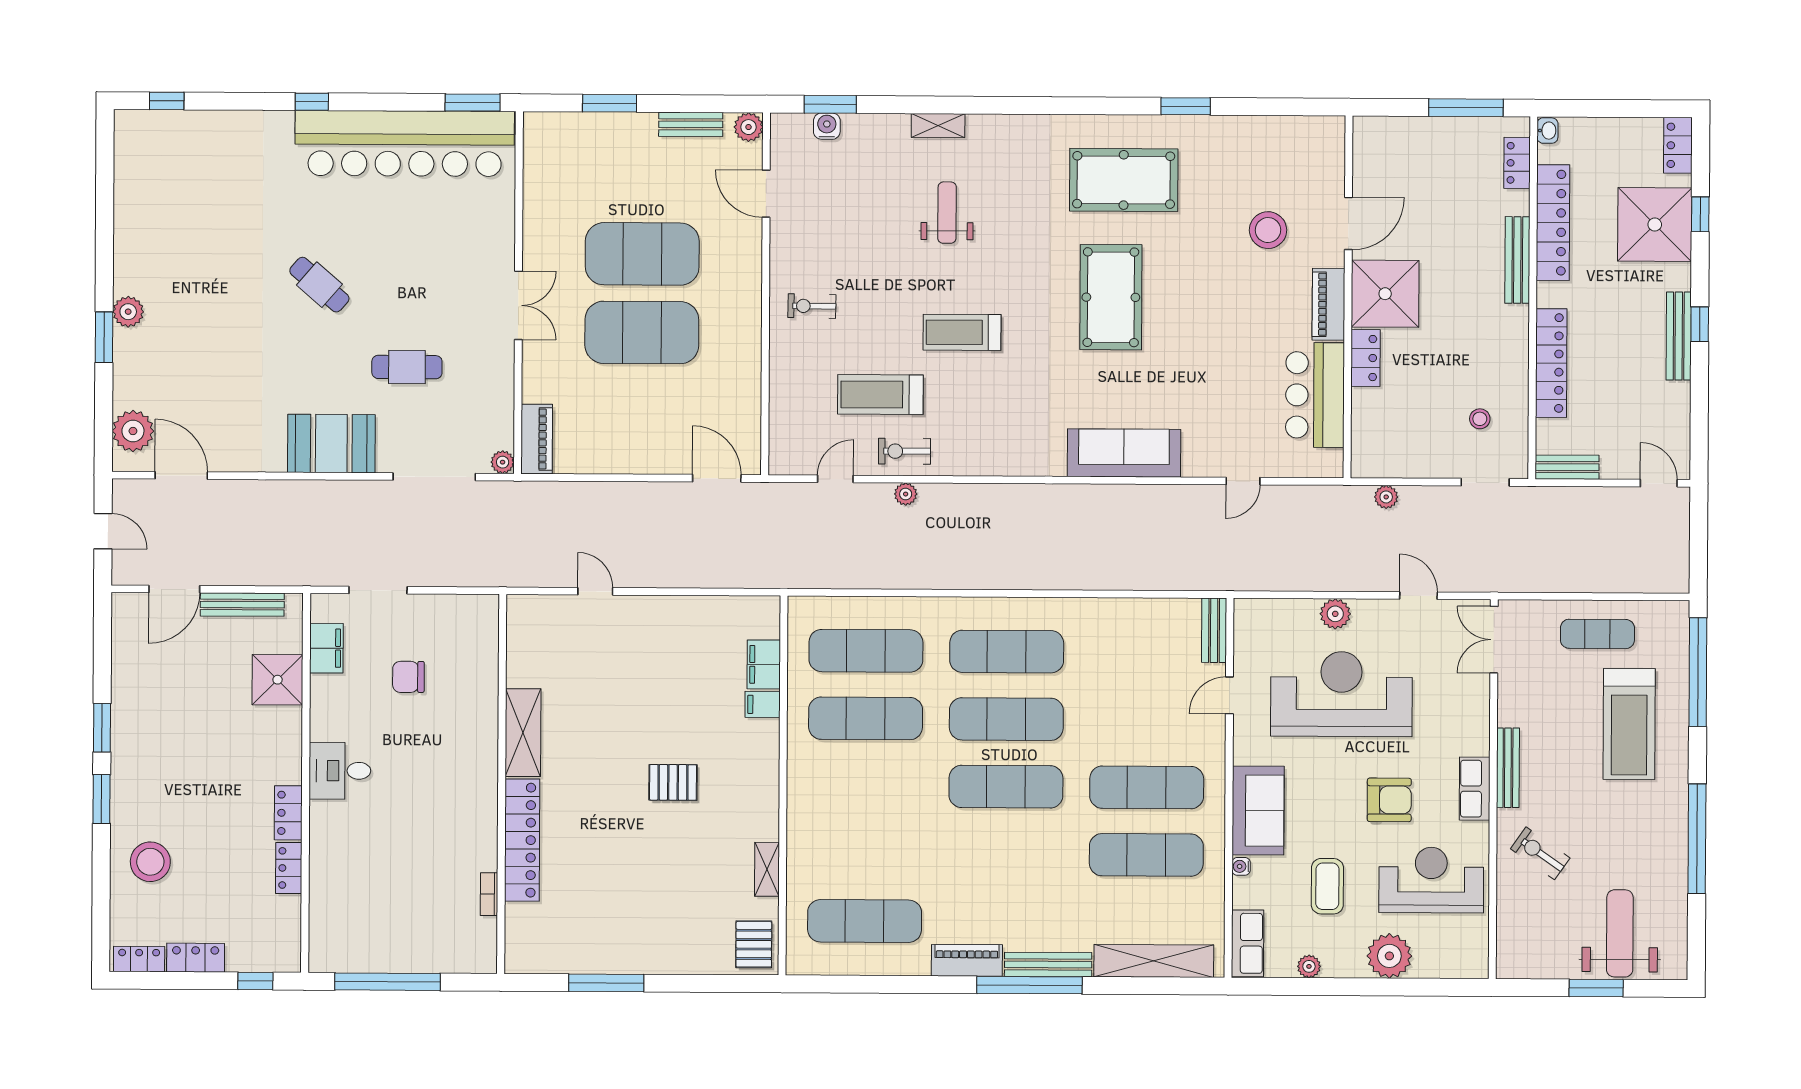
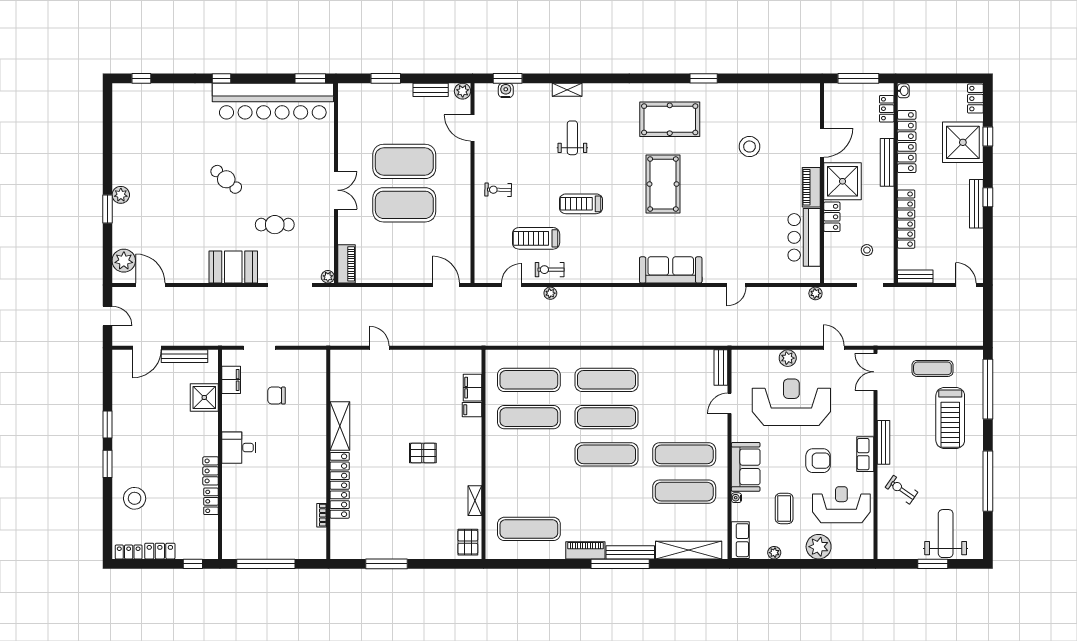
door: (1348, 224) -> (822, 143), moved
shower: (1385, 294) -> (843, 181), moved
wall: (1348, 297) -> (822, 183), moved
piano: (1328, 304) -> (811, 187), moved
locker: (1366, 358) -> (832, 217), moved
bar counter: (1315, 395) -> (804, 237), moved

